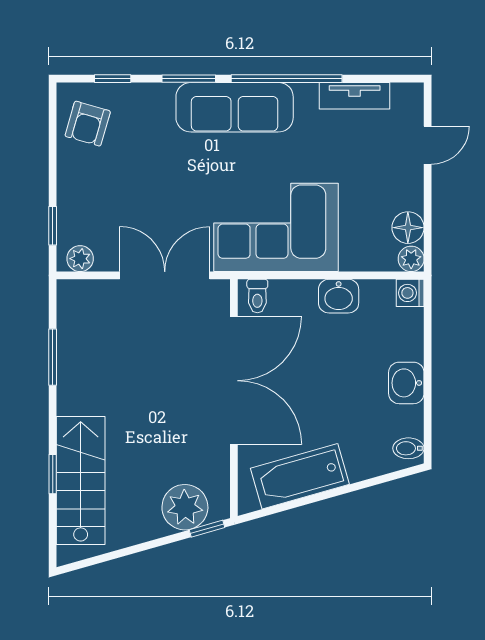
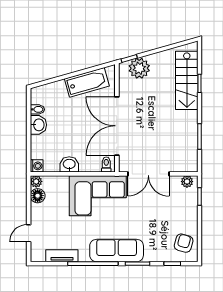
bidet: (408, 448) -> (37, 109), moved

